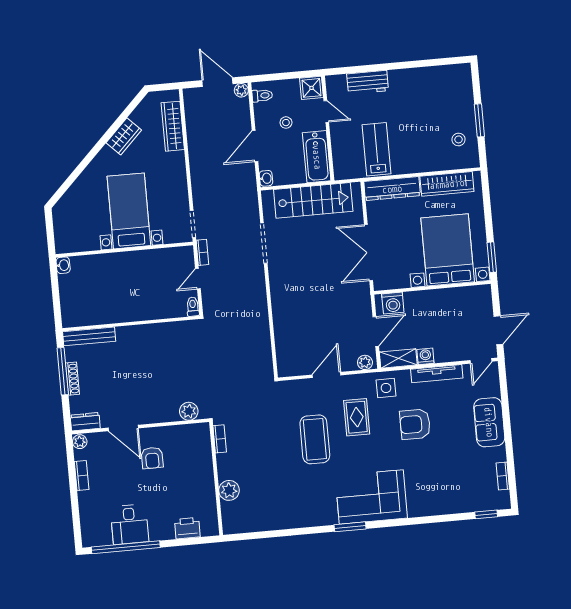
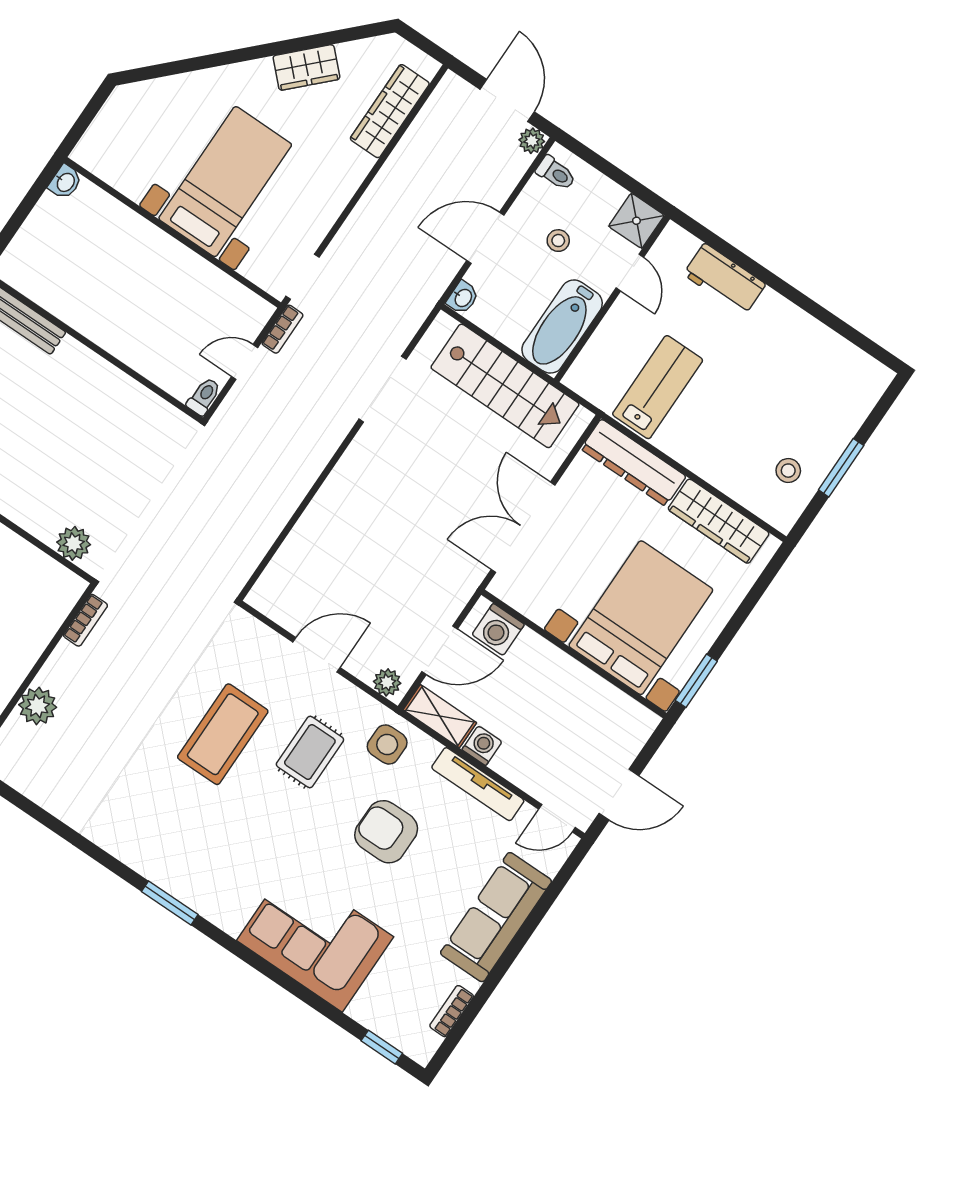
sofa: (489, 422) -> (496, 917), width x1.36
corner sofa: (371, 497) -> (315, 939), moved

